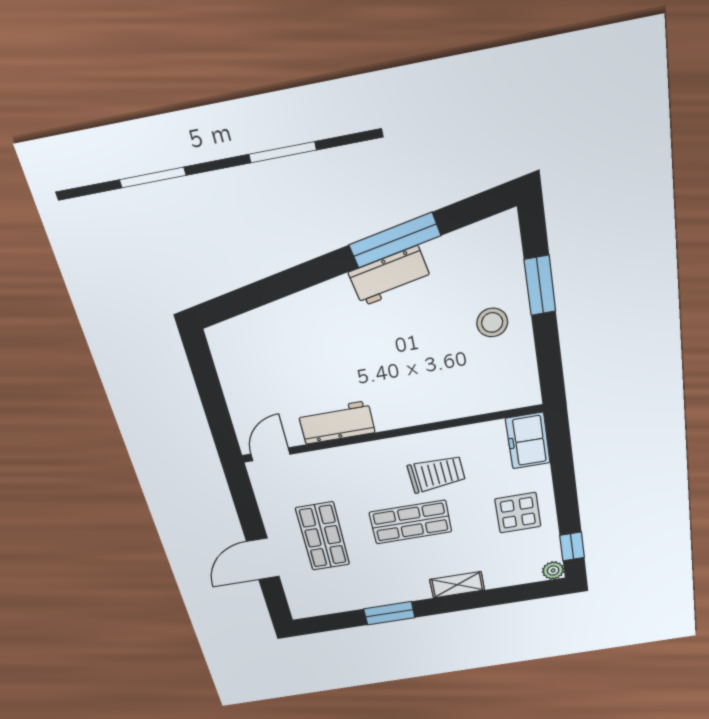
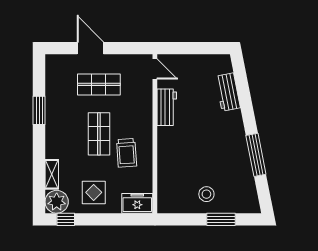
workbench: (390, 276) -> (228, 92), moved
plant: (553, 570) -> (57, 202), width x1.88, depth x1.88
shelving: (457, 585) -> (52, 174), moved

